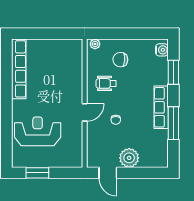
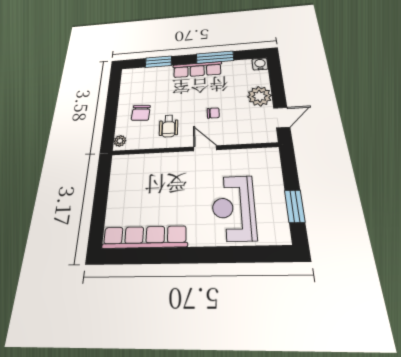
water cooler: (162, 50) -> (260, 64), moved

